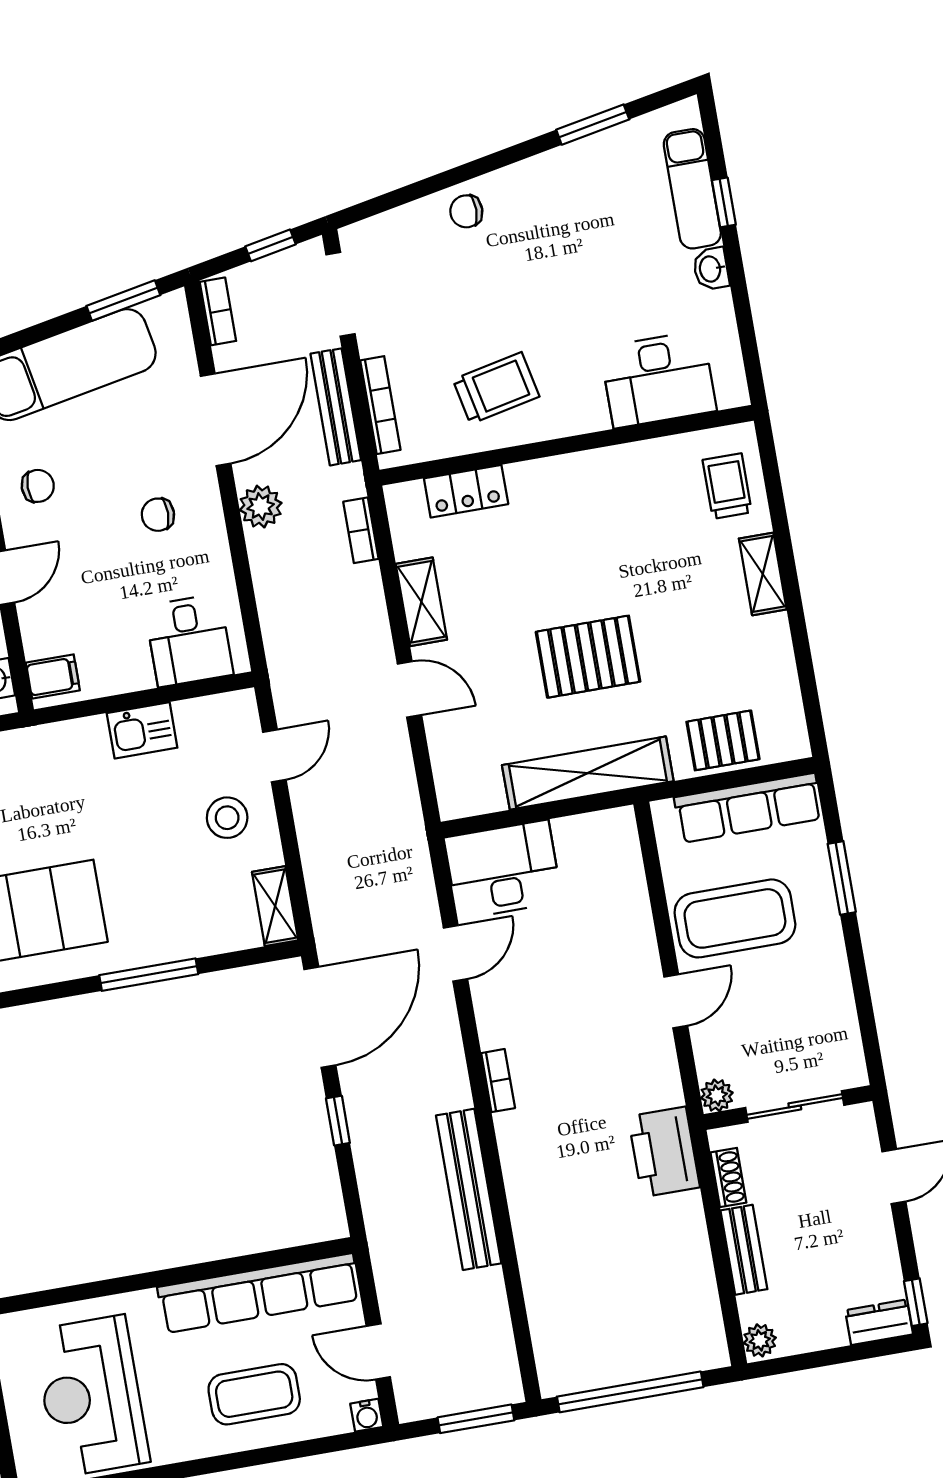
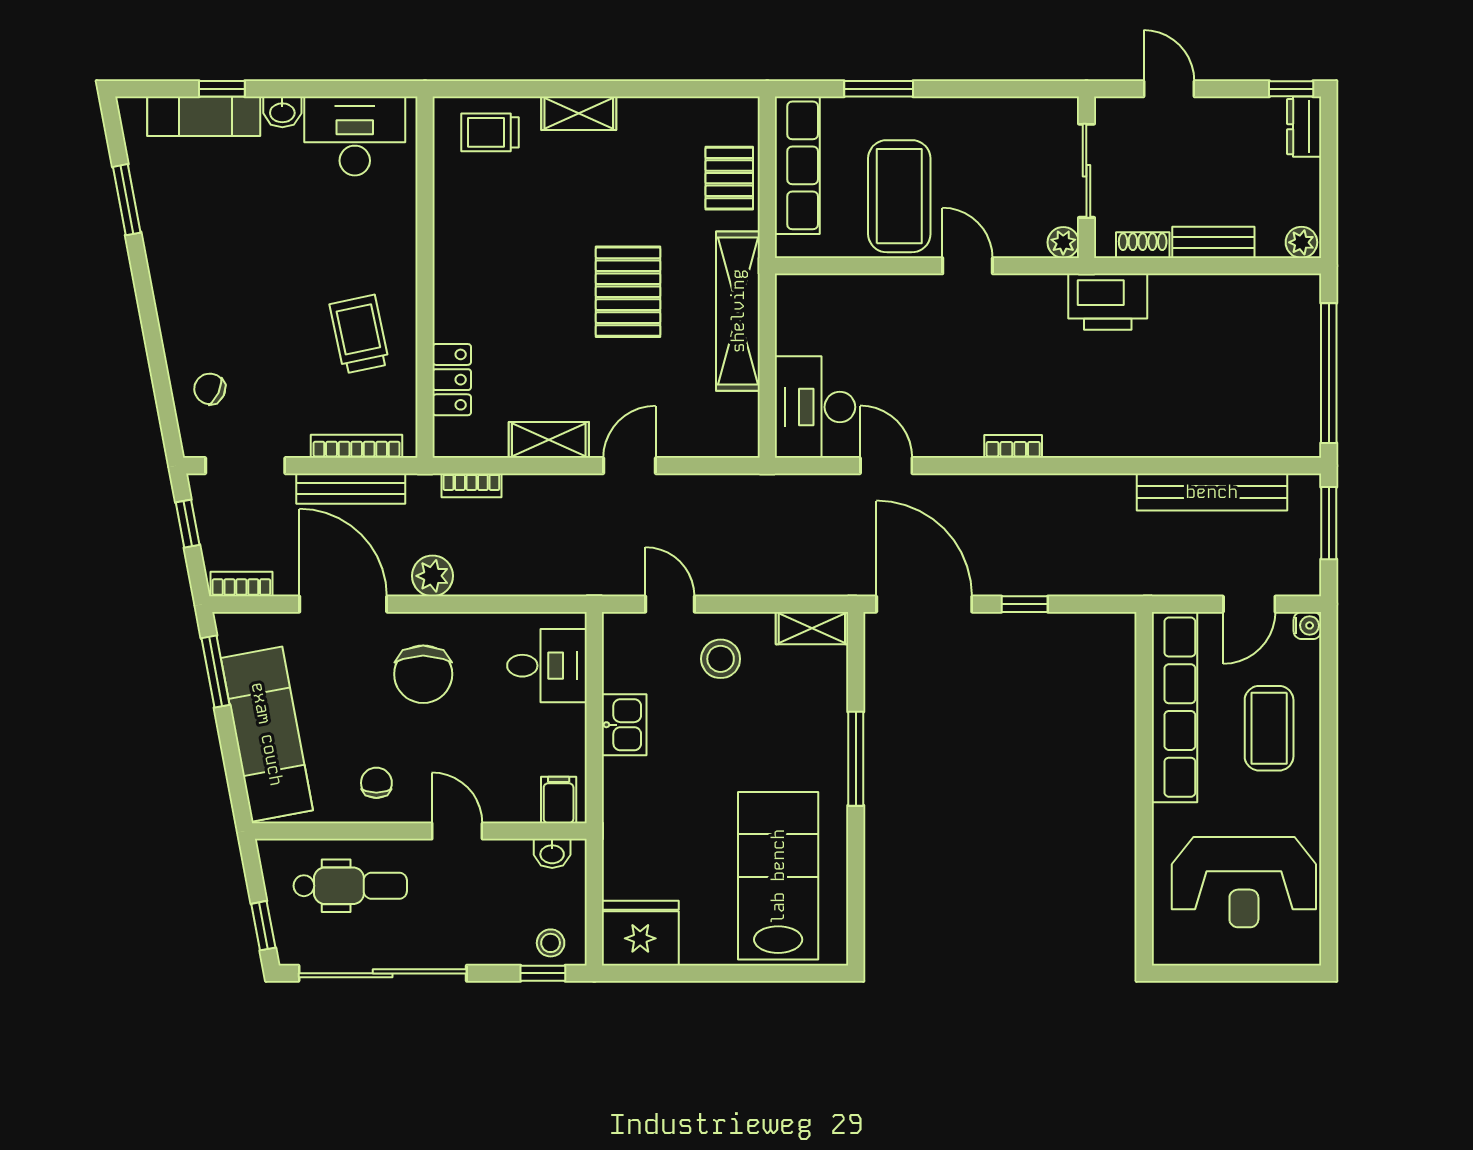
chair: (466, 211) -> (210, 389), moved, turned 115
desk: (658, 379) -> (355, 136), moved, turned -90
chair: (158, 515) -> (423, 674), width x1.87, depth x1.87
bench: (469, 1189) -> (1212, 492), moved

